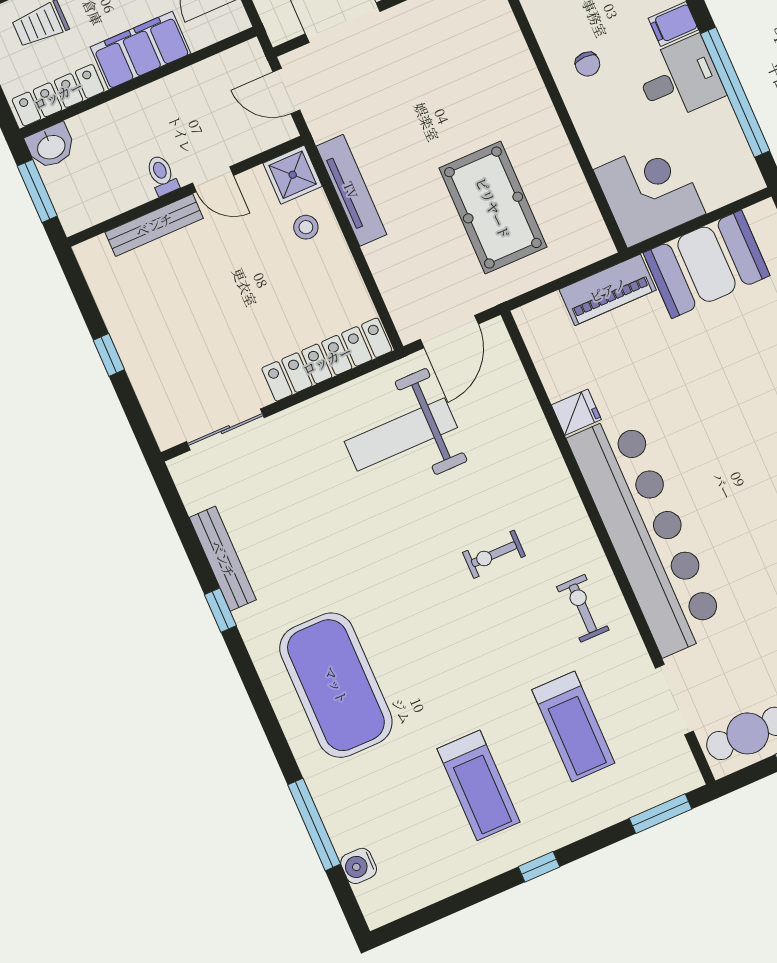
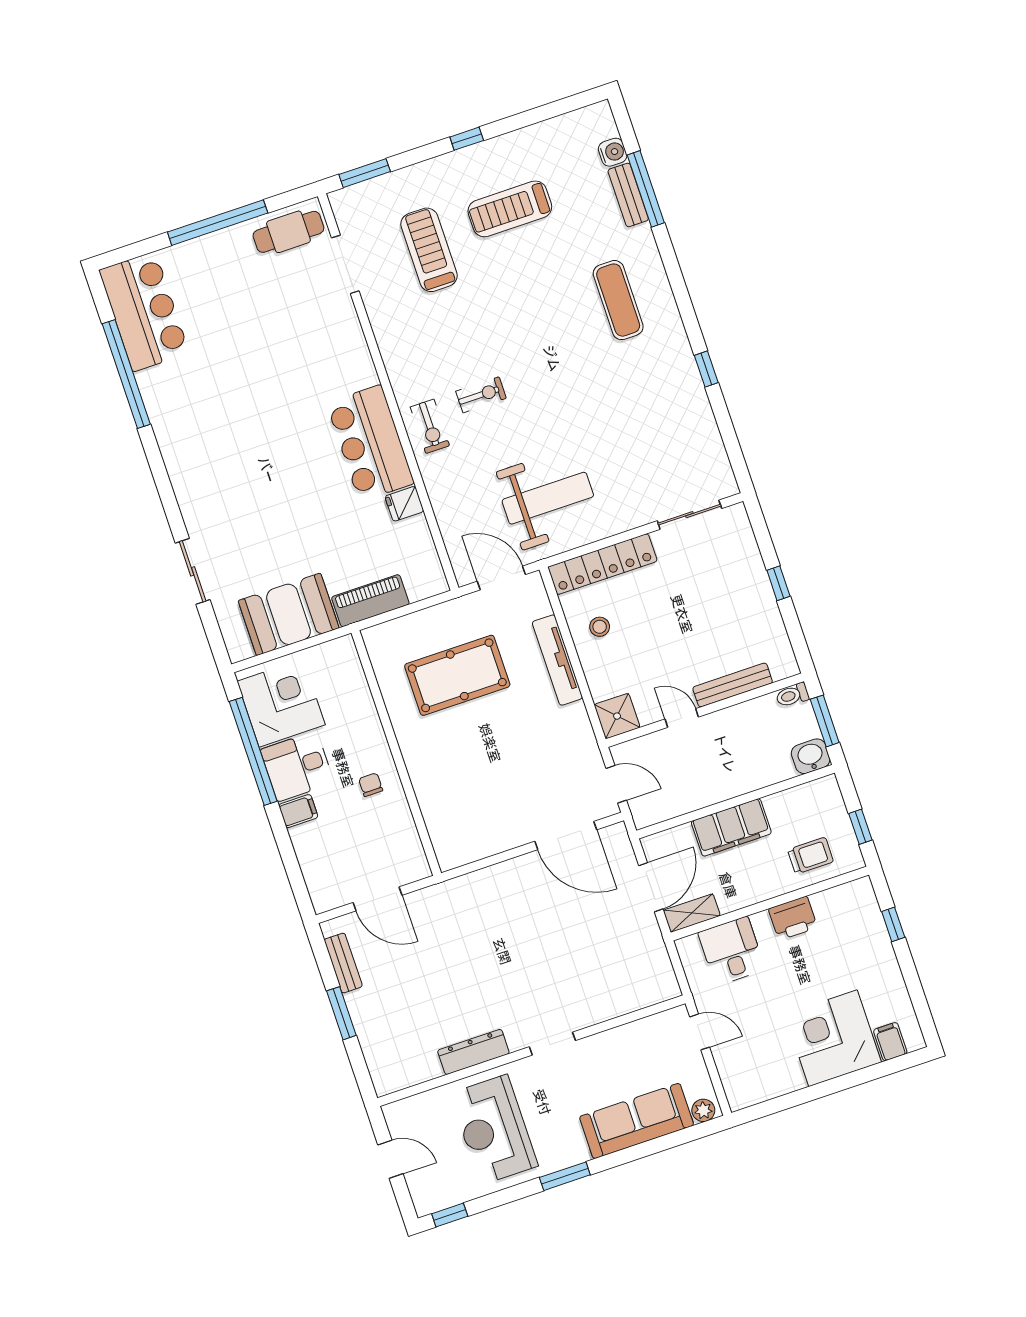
locker: (58, 95) -> (801, 797), removed
toilet: (162, 175) -> (792, 695), moved, turned 90
tv unit: (351, 190) -> (557, 660), moved
corner desk: (650, 192) -> (281, 703), moved, turned 180
pool table: (493, 208) -> (457, 675), turned 90
stool: (306, 227) -> (600, 627), moved
door: (449, 332) -> (501, 578), hinge flipped
bar counter: (647, 534) -> (370, 443), width x0.54
bench: (223, 559) -> (628, 195), moved, width x0.73
exercise bike: (583, 608) -> (430, 426), moved
exercise mat: (336, 685) -> (618, 300), width x0.50, depth x0.69
treadmill: (478, 785) -> (510, 209), turned -90

